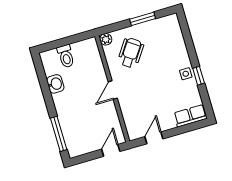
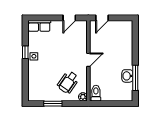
toilet: (66, 56) -> (96, 93), moved
window: (59, 134) -> (135, 78), moved

